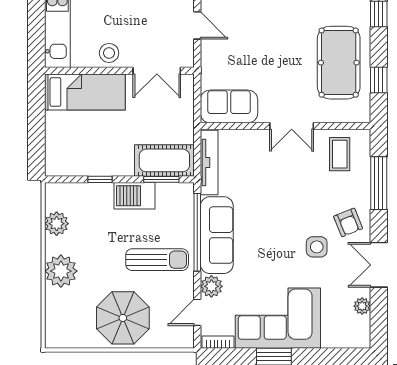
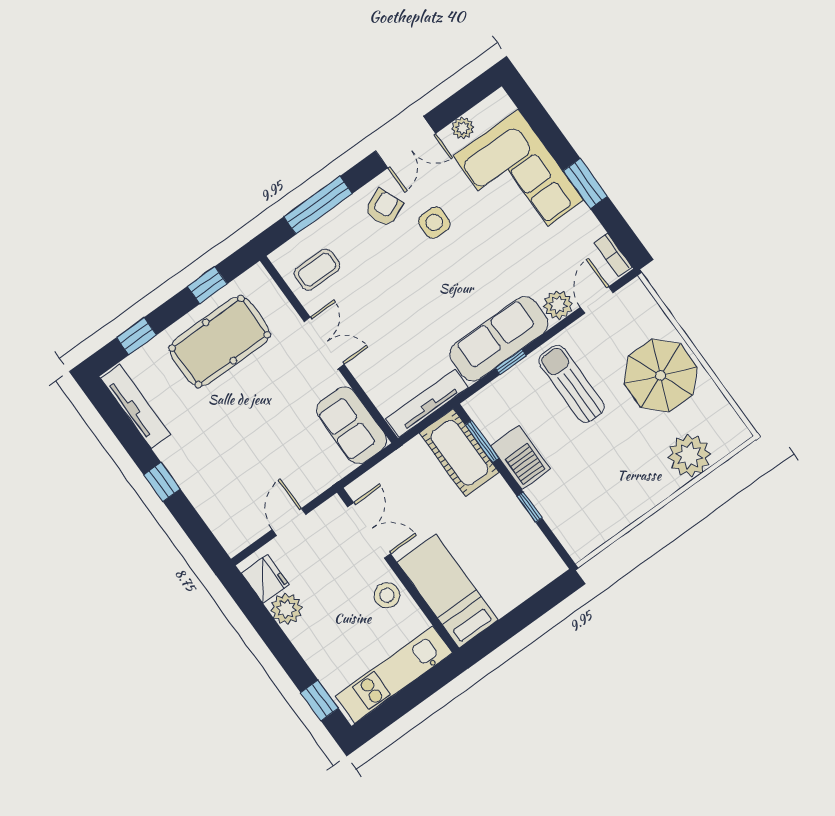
plant: (57, 224) -> (611, 520), removed
window: (197, 232) -> (511, 362), width x0.32
plant: (61, 271) -> (689, 456), moved
door: (197, 312) -> (597, 300), swing flipped
corner sofa: (278, 318) -> (518, 178), moved

